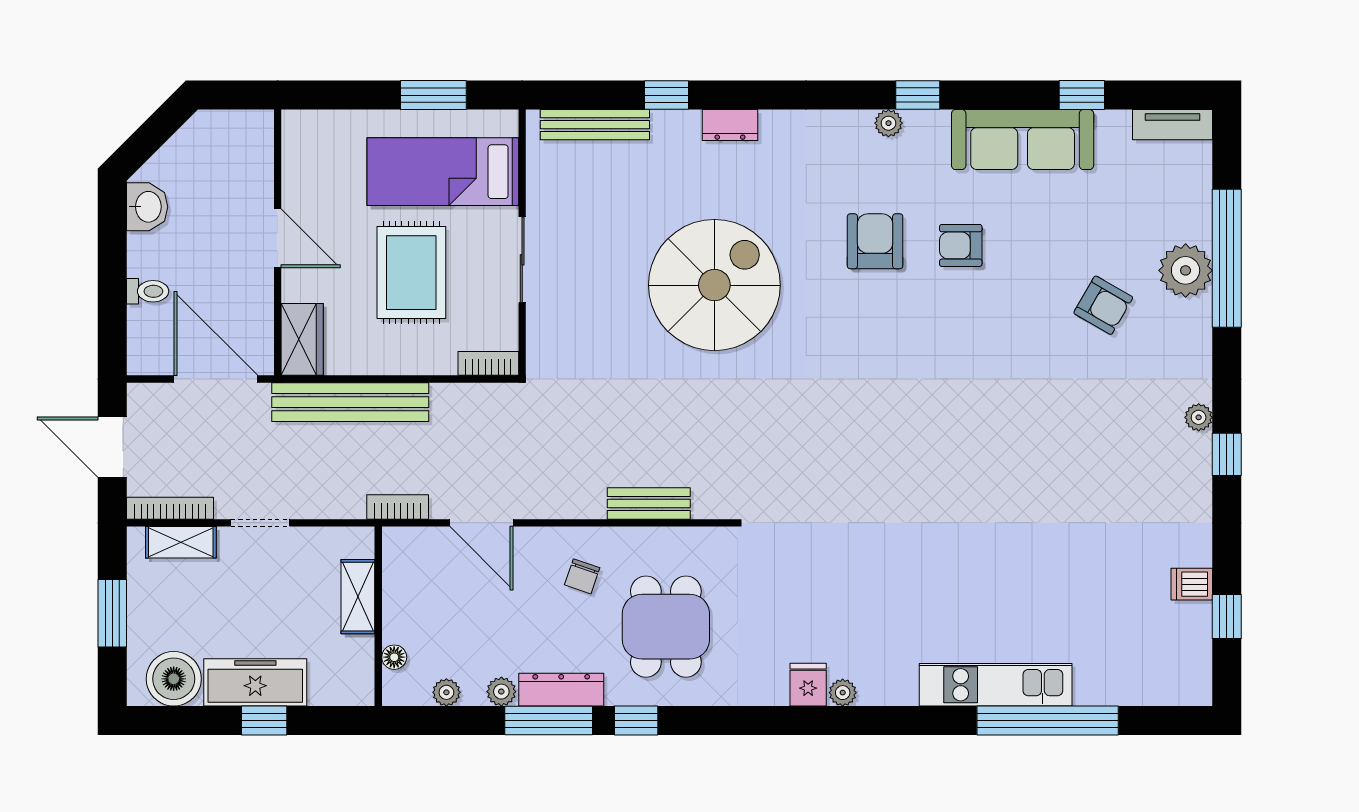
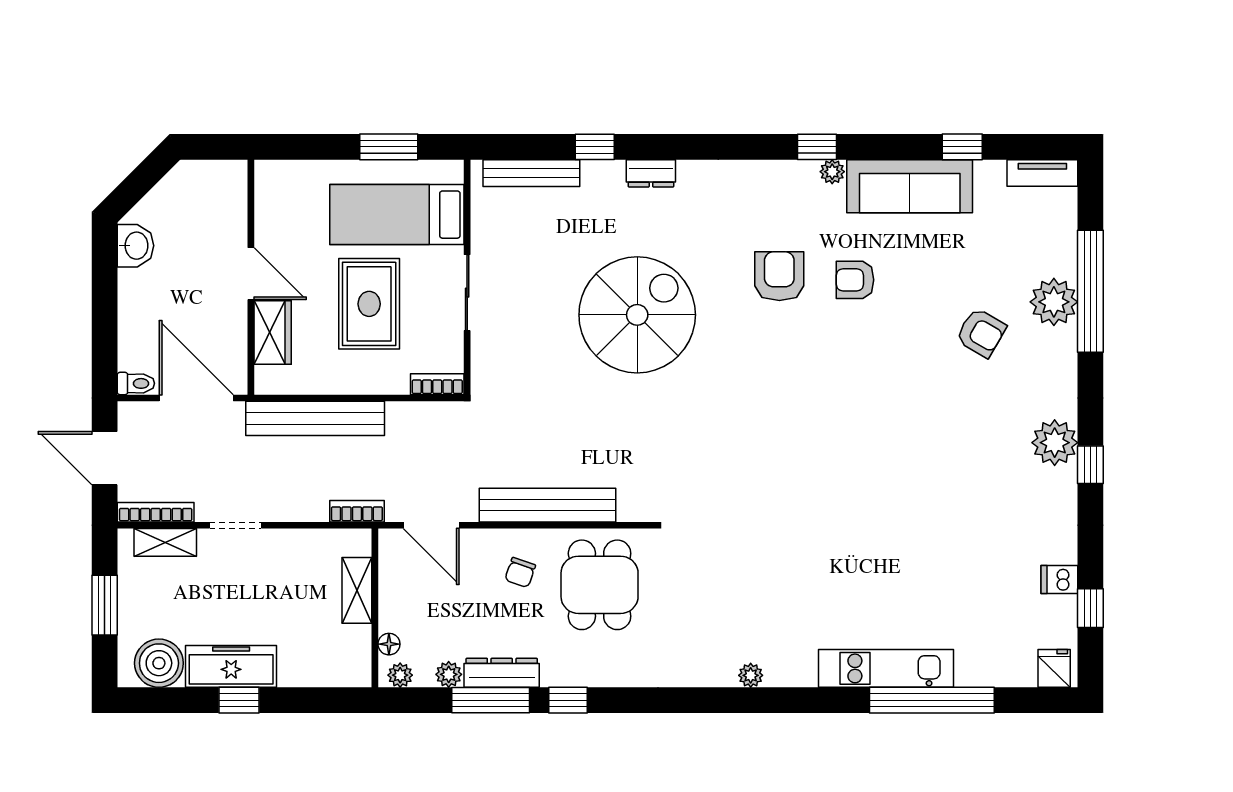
plant: (888, 123) -> (832, 172), moved
toilet: (148, 291) -> (136, 383), moved
wardrobe: (302, 339) -> (273, 333), moved
plant: (1199, 417) -> (1055, 443), width x1.88, depth x1.88
bench: (649, 503) -> (547, 505), width x1.86, depth x1.21
shelving: (358, 597) -> (357, 590), moved
wall: (378, 616) -> (375, 608), moved
dining table: (666, 627) -> (600, 585), moved
floor lamp: (394, 657) -> (389, 644), moved
fridge: (808, 685) -> (1054, 668), moved

